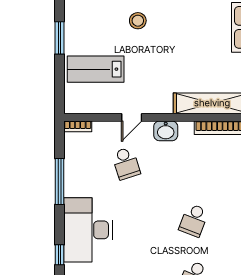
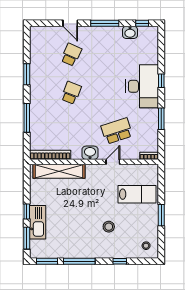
school desk: (126, 163) -> (117, 131), width x1.85
window: (60, 182) -> (161, 119), width x0.69
window: (60, 255) -> (161, 81), moved

